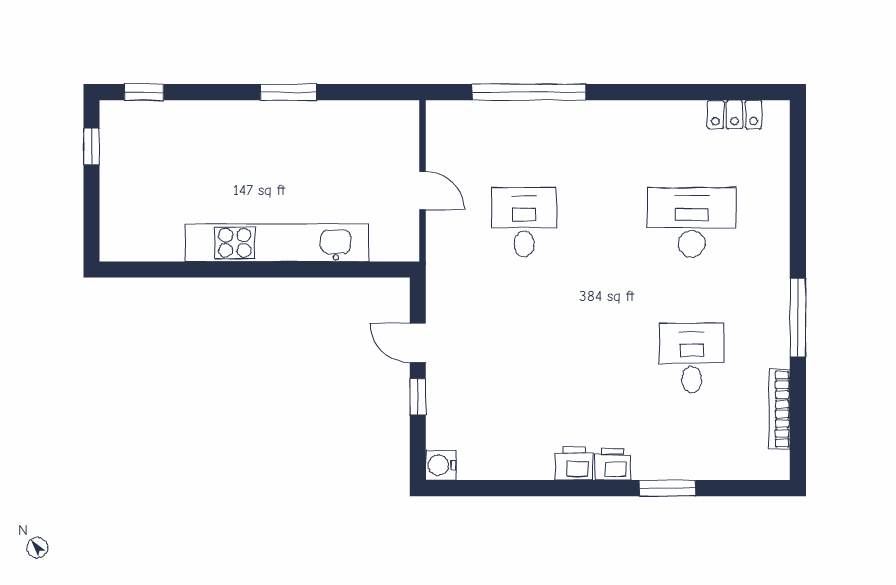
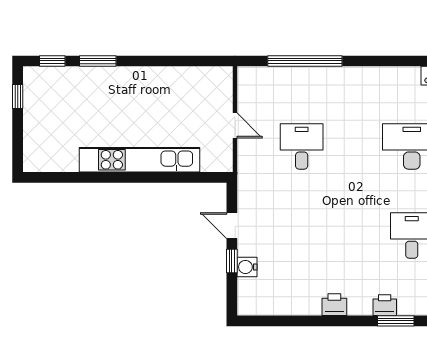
window: (289, 92) -> (98, 61), moved
printer: (613, 464) -> (385, 305), moved
water cooler: (441, 465) -> (247, 267), moved

